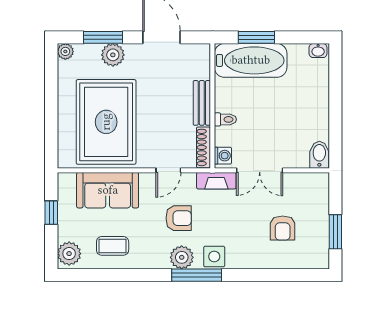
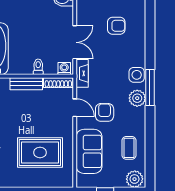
rug: (106, 122) -> (40, 152), width x0.73, depth x0.69
armchair: (179, 218) -> (105, 112), moved

